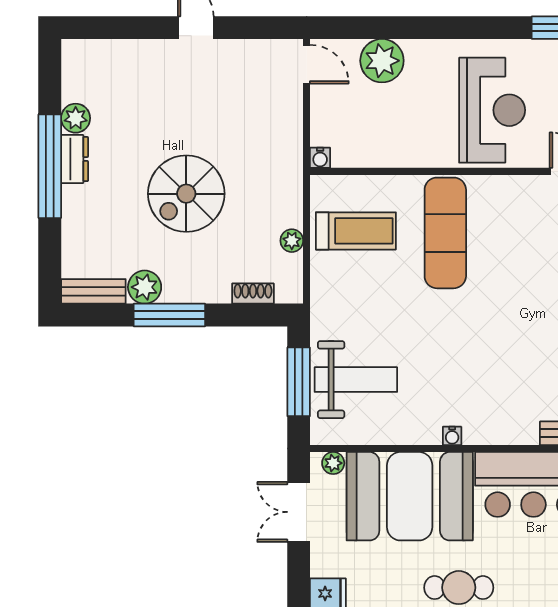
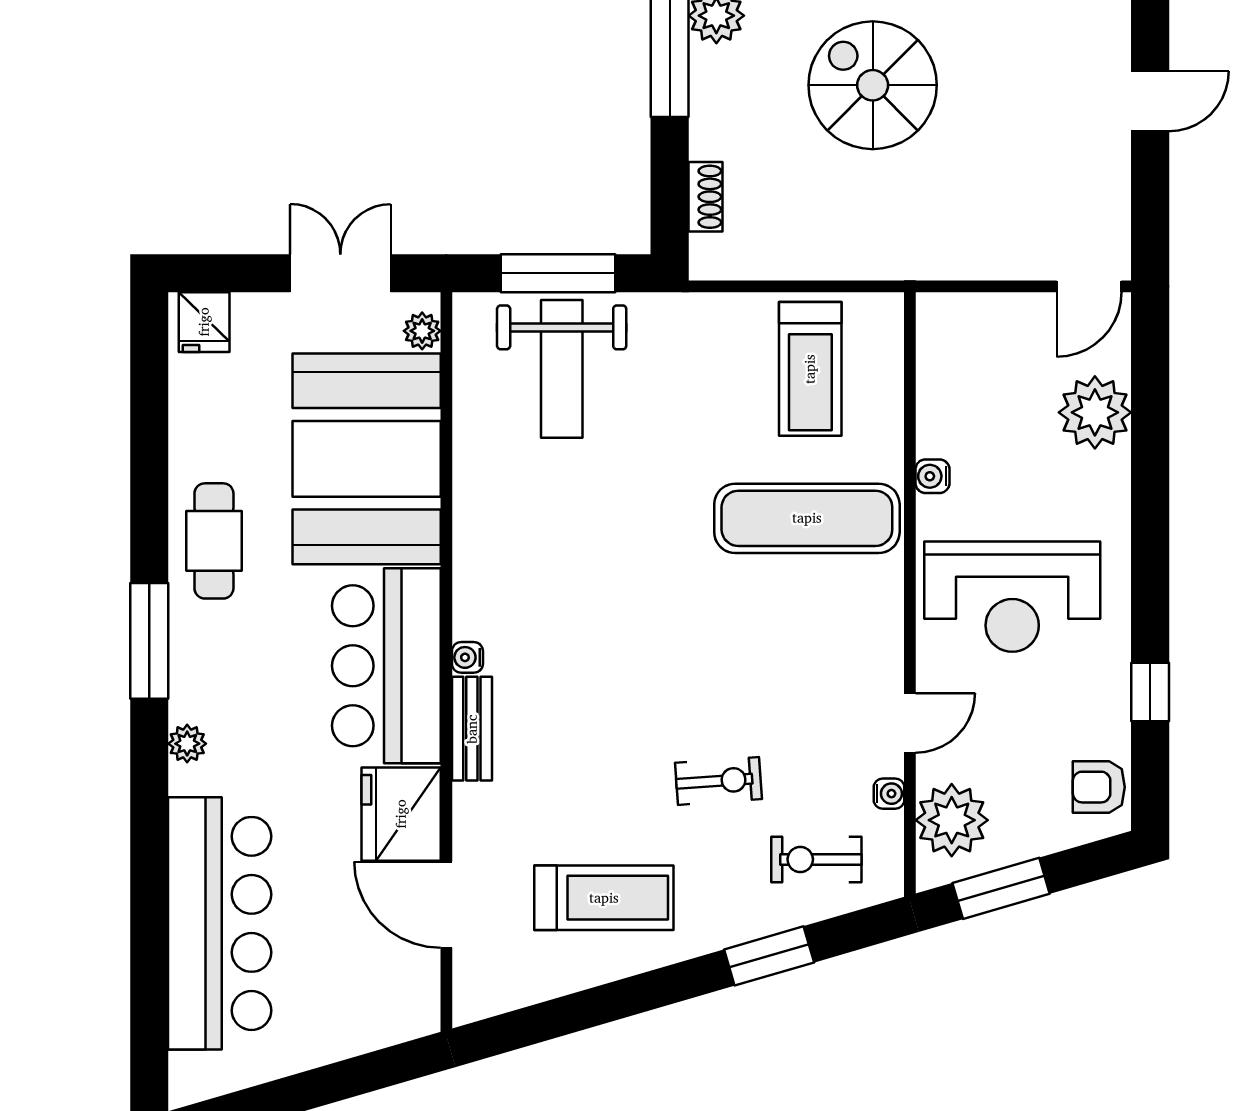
water cooler: (320, 158) -> (932, 476), moved
plant: (292, 241) -> (794, 262), removed
water cooler: (452, 436) -> (467, 657), moved

